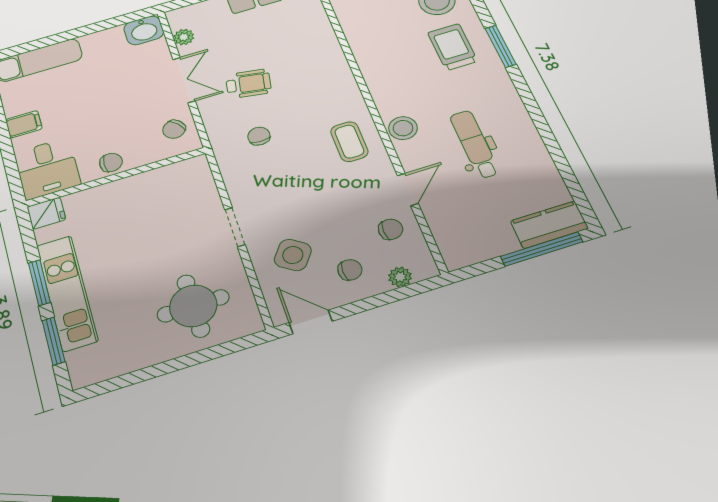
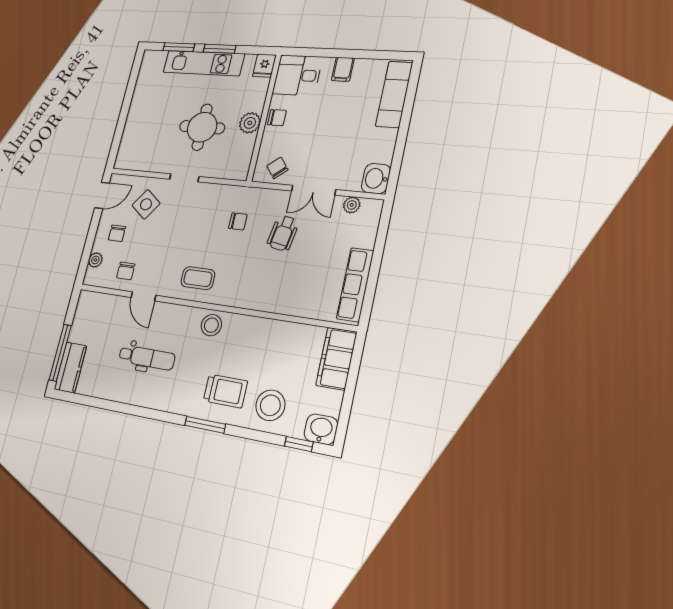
stool: (403, 128) -> (211, 325), moved
chair: (111, 162) -> (277, 118), turned -90
plant: (130, 189) -> (250, 123), added
round table: (193, 306) -> (202, 127), moved

